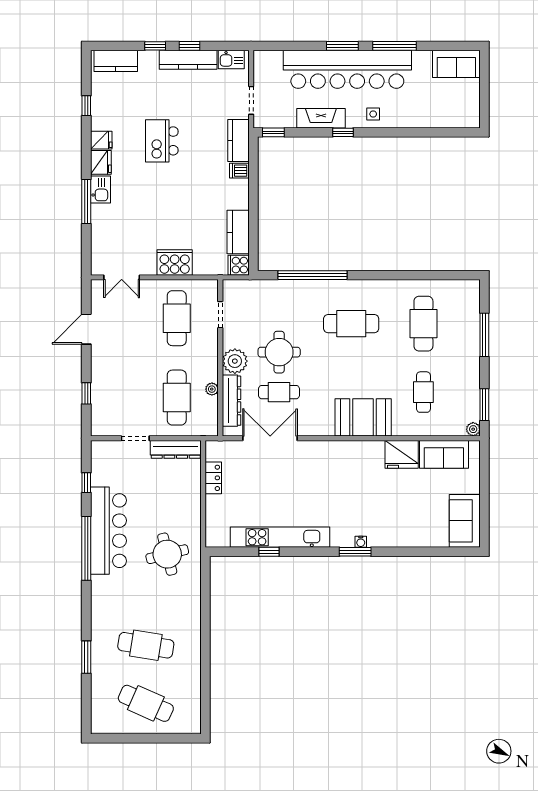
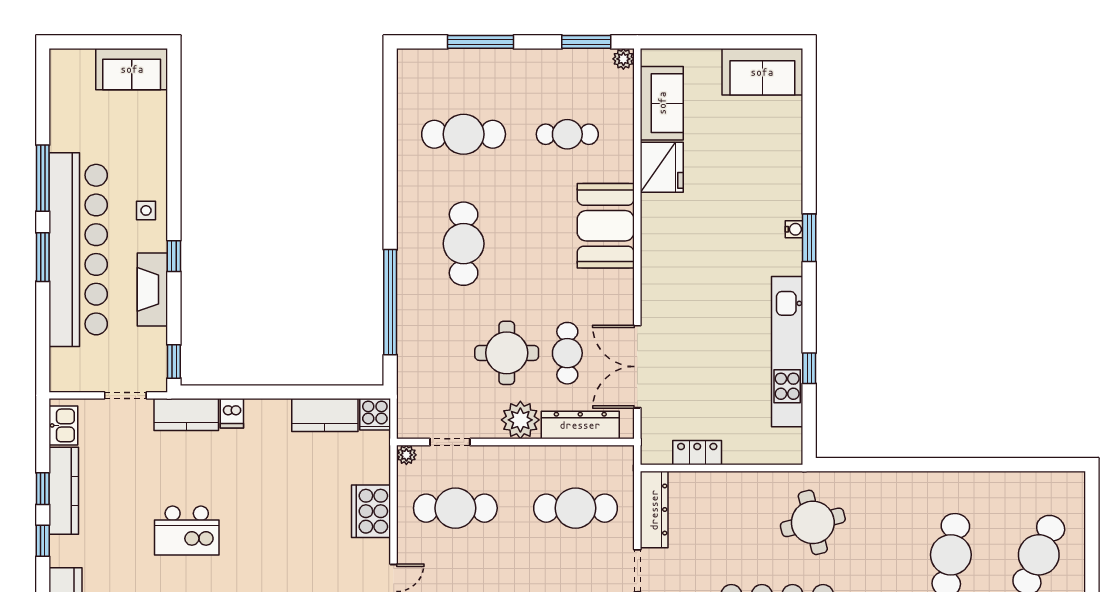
sofa: (456, 64) -> (132, 69), moved, turned 90
plant: (212, 389) -> (406, 455), moved

